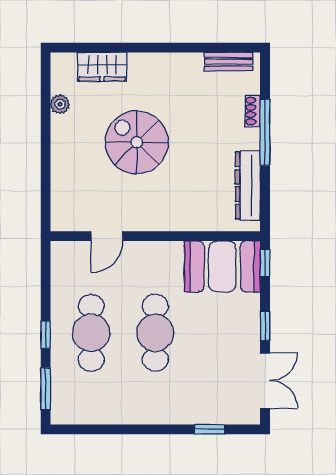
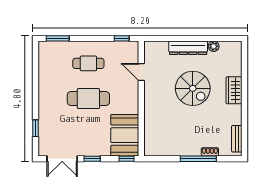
wardrobe: (102, 67) -> (234, 90), moved
spiral stairs: (137, 142) -> (193, 88), turned 90
dresser: (248, 185) -> (188, 48), moved, turned 180
cafe table: (91, 333) -> (88, 63), width x0.73, depth x0.74
window: (46, 335) -> (122, 38), moved

